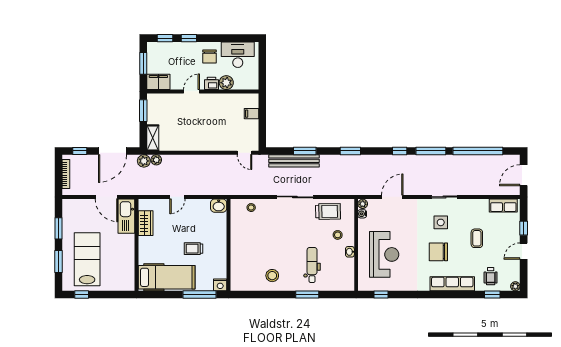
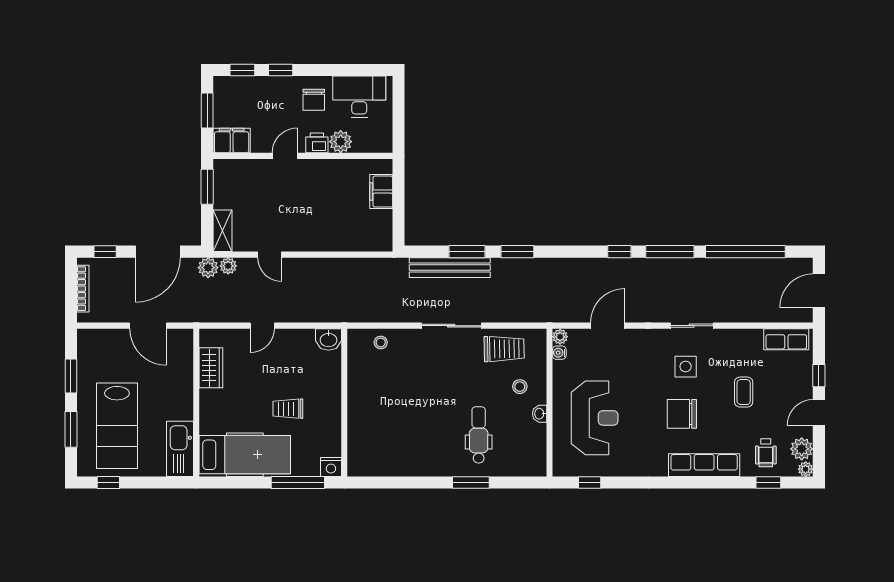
filing cabinet: (251, 114) -> (381, 192), width x2.00
window: (350, 151) -> (517, 252), moved
door: (244, 153) -> (270, 255), moved
kitchen sink: (126, 216) -> (180, 449), moved
lab bench: (87, 259) -> (117, 426), turned 180
plant: (513, 274) -> (802, 449), added
stool: (272, 276) -> (415, 452), removed

